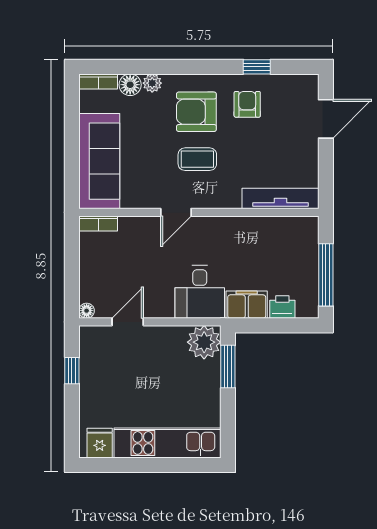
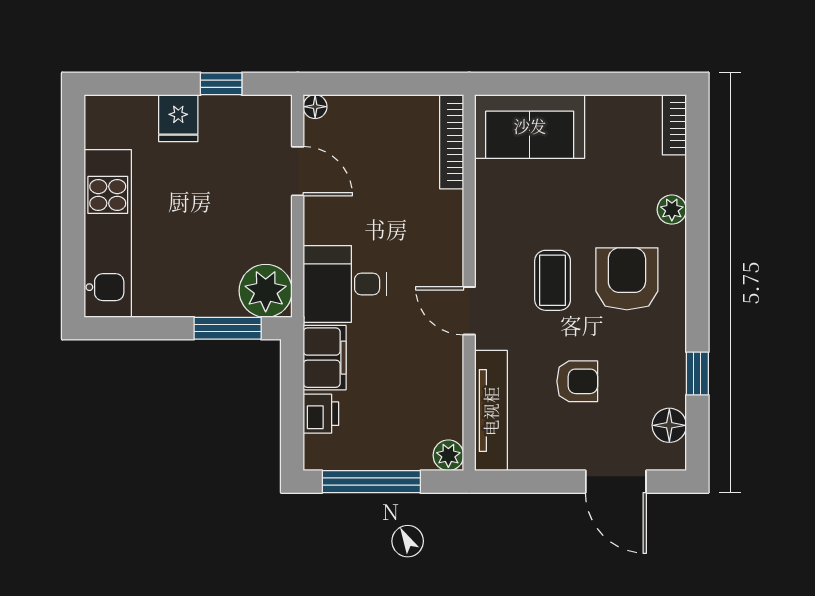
floor lamp: (130, 85) -> (669, 425), moved
armchair: (247, 104) -> (577, 381), moved
sofa: (99, 161) -> (530, 126), width x0.73
door: (176, 212) -> (469, 311), moved
bookcase: (98, 224) -> (452, 142), width x1.56
plant: (309, 226) -> (448, 455), added
fridge: (100, 443) -> (178, 118), moved, turned 90

